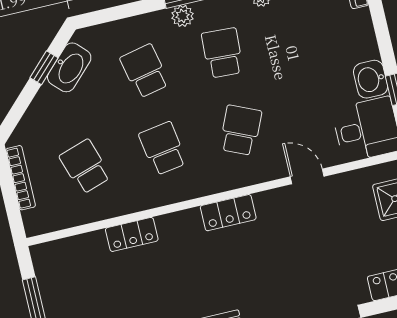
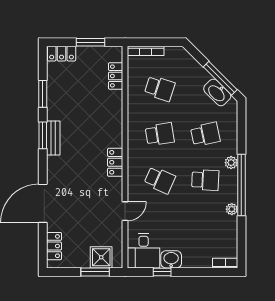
window: (44, 68) -> (220, 78), width x2.17
school desk: (85, 167) -> (160, 88), turned 36
bookcase: (21, 178) -> (146, 51), moved
locker: (132, 234) -> (116, 76), moved

